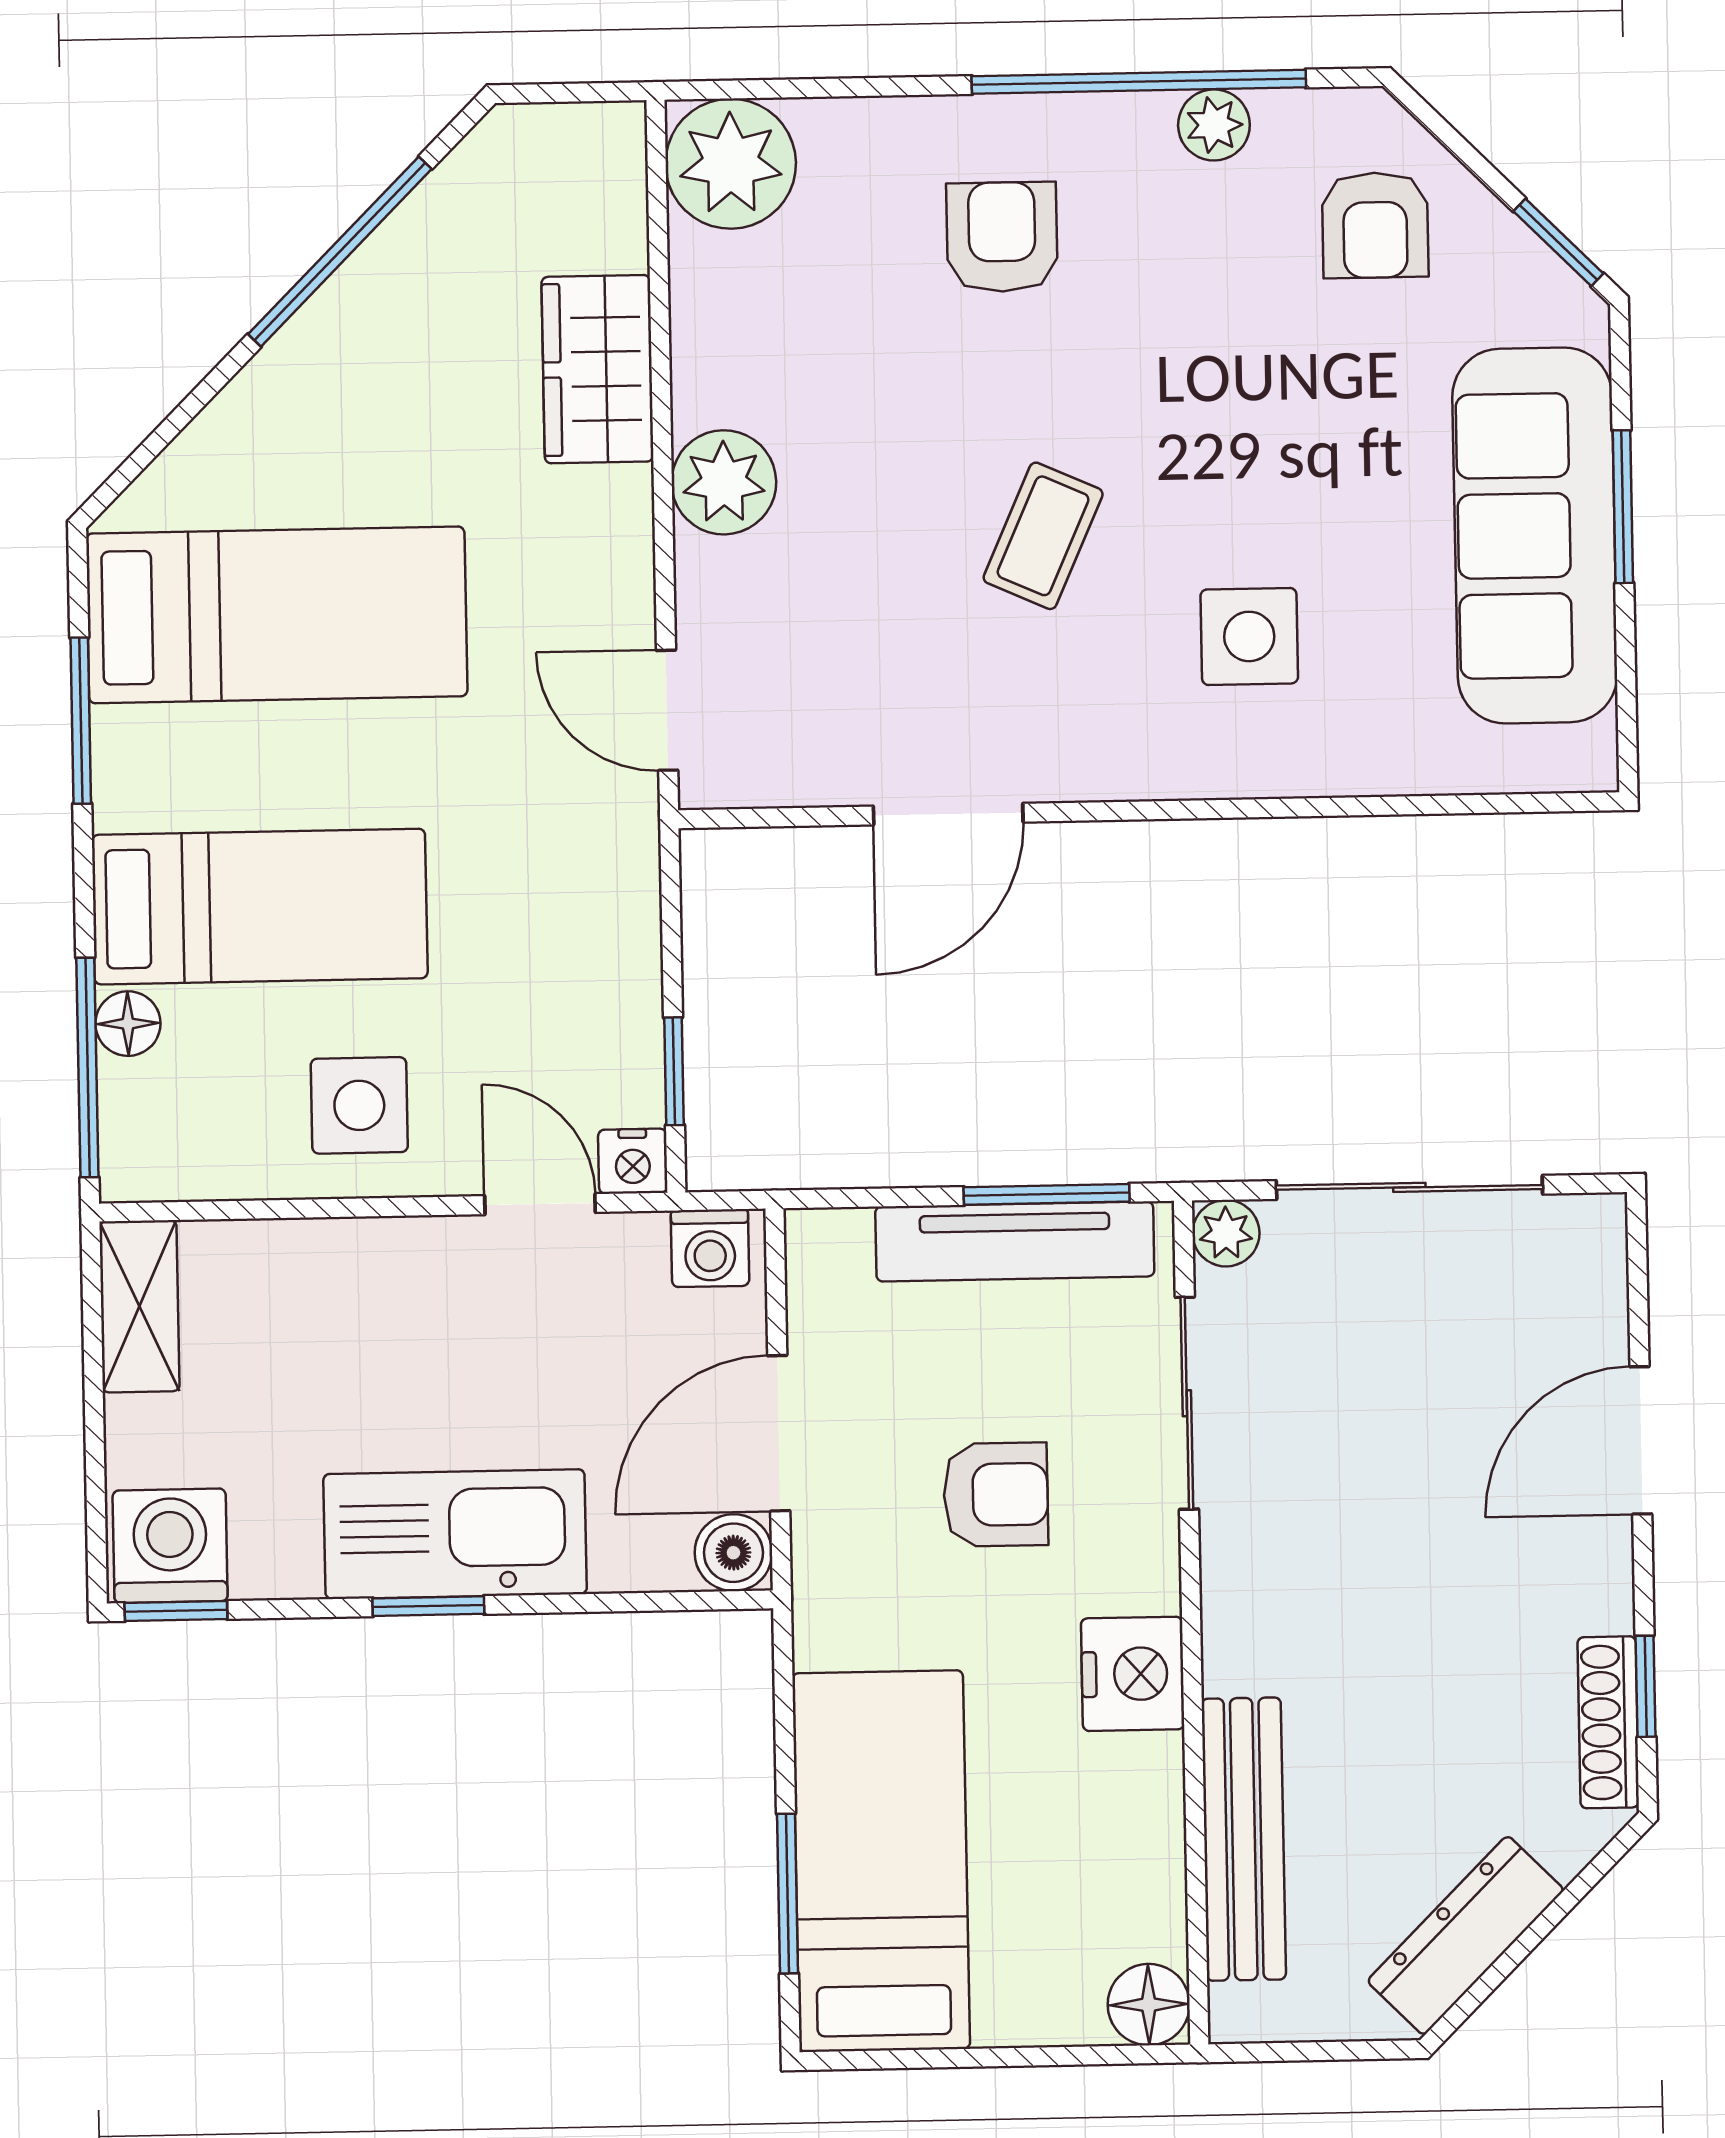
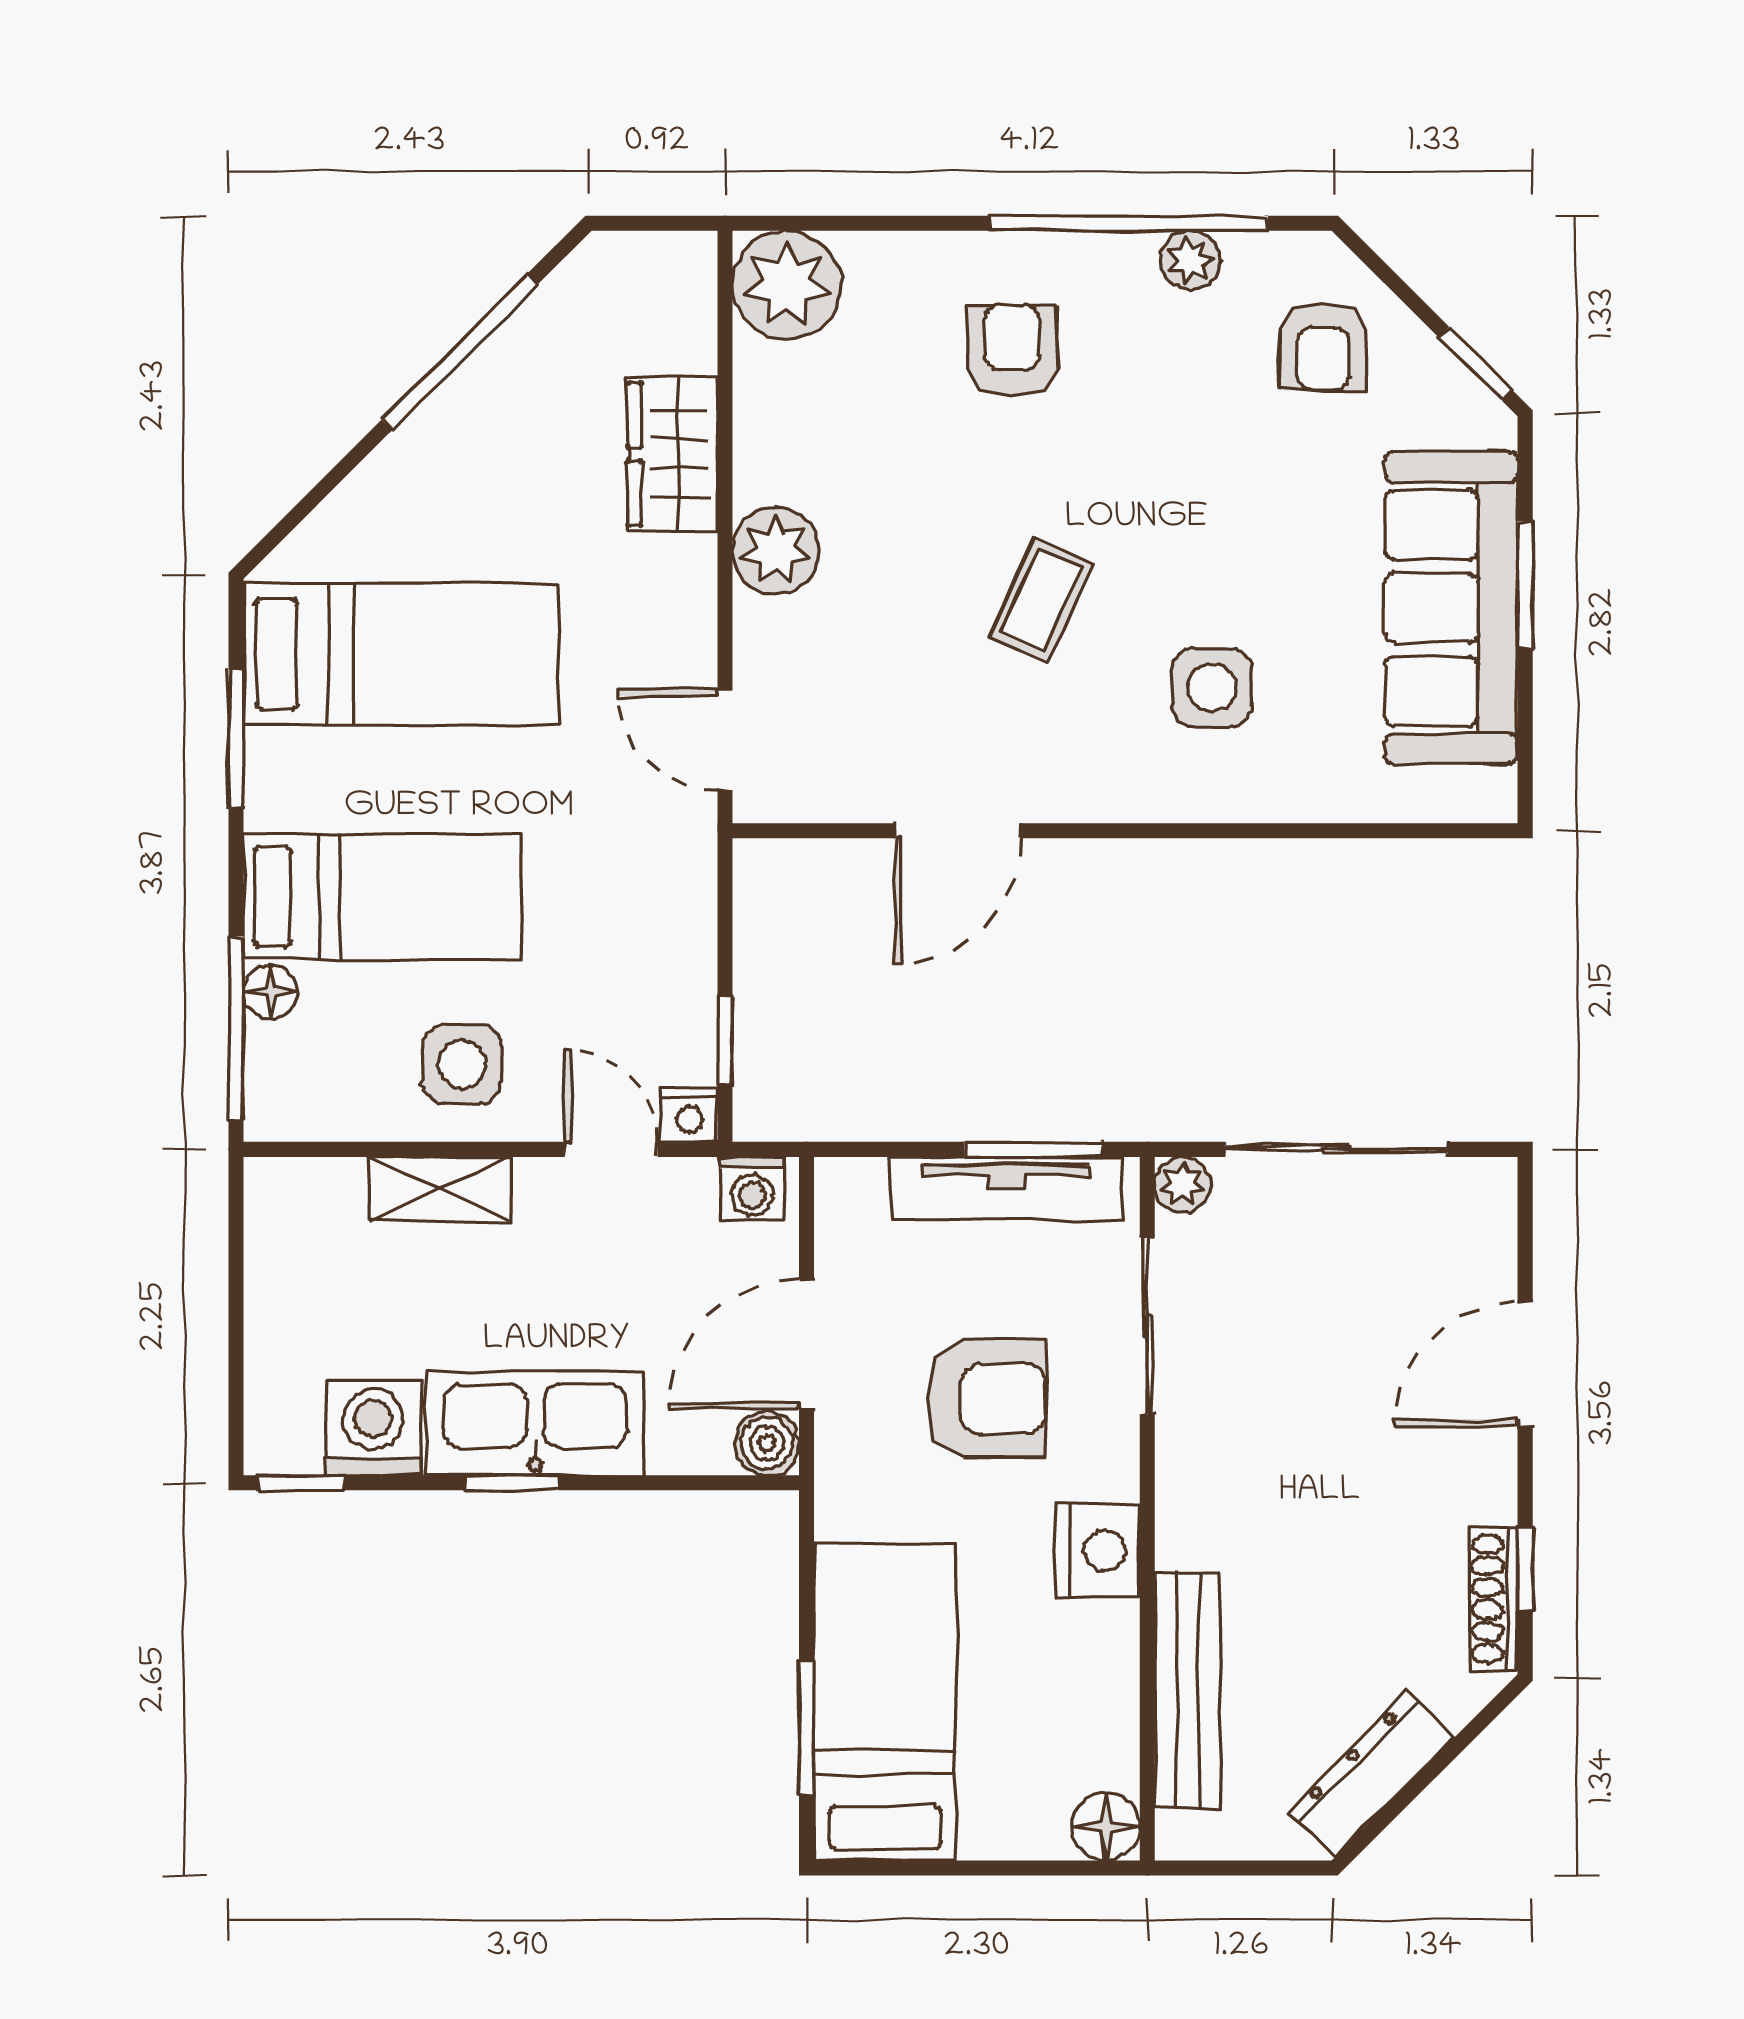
shelving: (139, 1306) -> (440, 1189), moved, turned 90
armchair: (996, 1495) -> (986, 1399), width x1.38, depth x1.38
washing machine: (170, 1546) -> (373, 1428), moved

